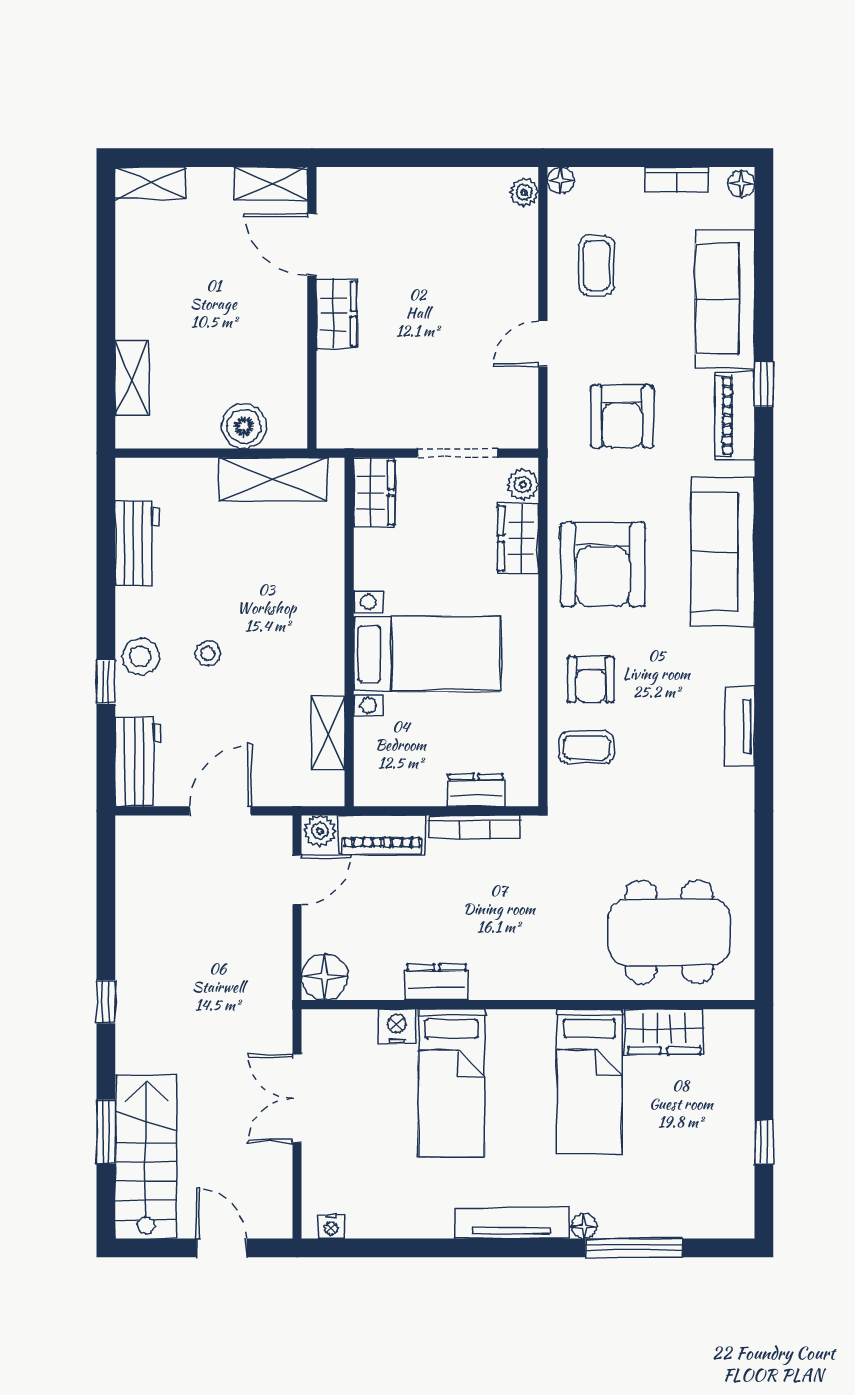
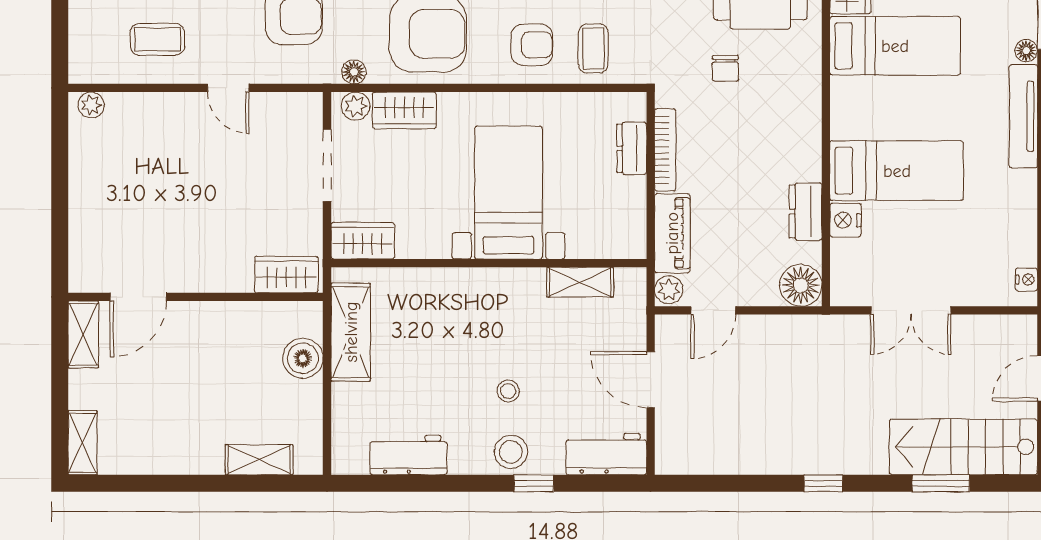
floor lamp: (561, 180) -> (354, 72), moved
wardrobe: (337, 314) -> (286, 274), moved
door: (297, 880) -> (713, 310), swing flipped
chair: (565, 893) -> (725, 68), added
dresser: (437, 982) -> (806, 212), moved

